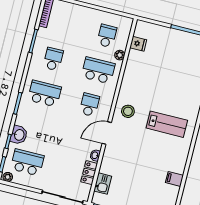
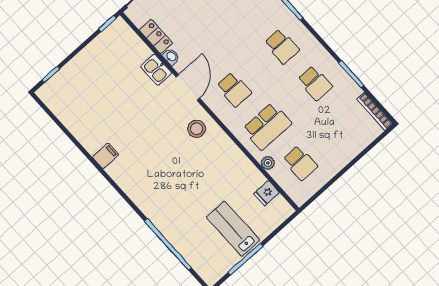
school desk: (45, 93) -> (282, 46), width x0.54
lab bench: (167, 124) -> (233, 229), moved, turned 90
filing cabinet: (174, 179) -> (106, 156), moved
kitchen sink: (103, 184) -> (156, 70), moved

